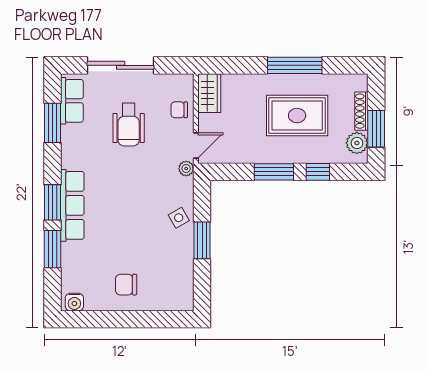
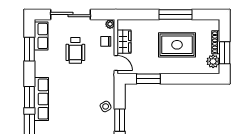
wardrobe: (209, 93) -> (124, 42), moved
door: (196, 146) -> (116, 63), hinge flipped
plant: (186, 169) -> (110, 24), moved
window: (274, 172) -> (148, 79), moved
window: (318, 172) -> (189, 79), removed

